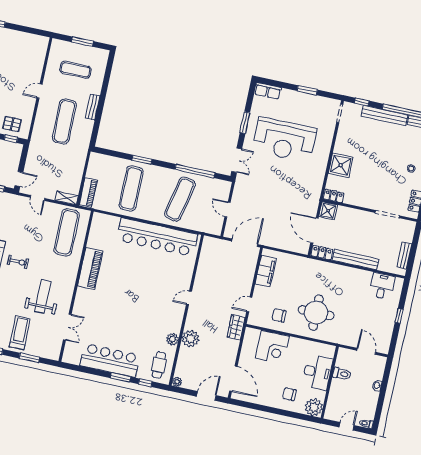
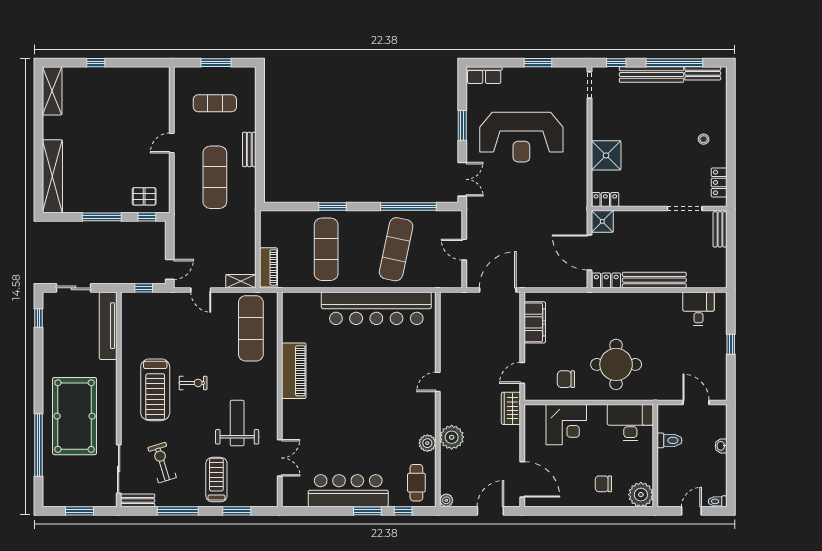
bench: (404, 255) -> (720, 229), moved
desk: (317, 372) -> (630, 422), moved, turned -90

